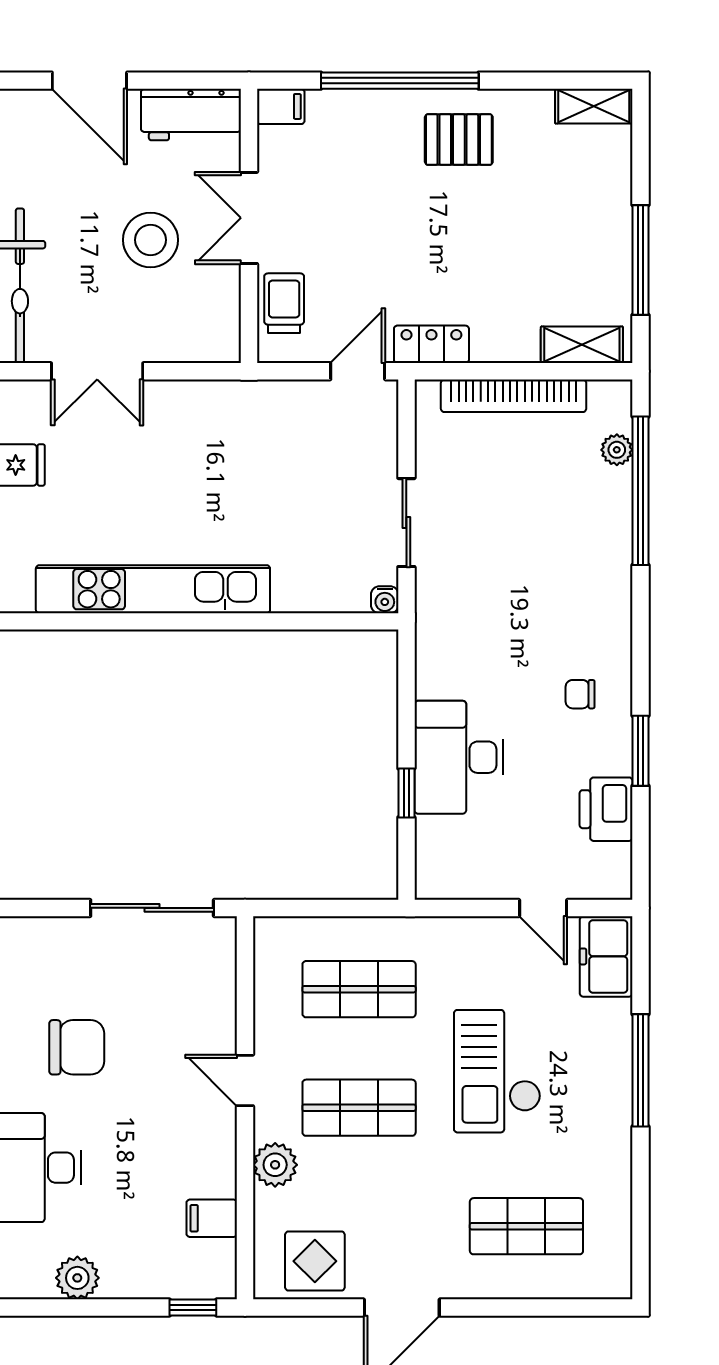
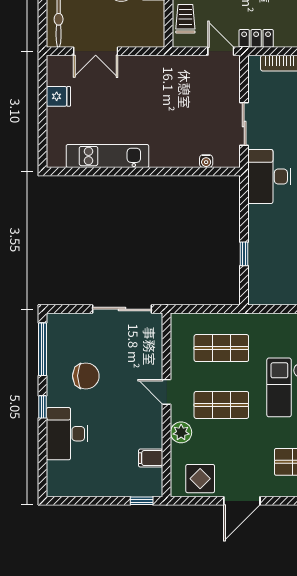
door: (358, 371) -> (221, 51), hinge flipped
kitchen unit: (153, 589) -> (107, 156), width x0.73
water cooler: (385, 600) -> (206, 161), moved
desk: (459, 757) -> (269, 177), moved
plant: (77, 1278) -> (86, 487), removed

